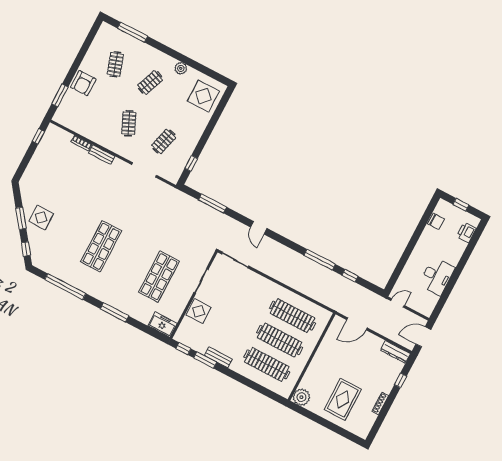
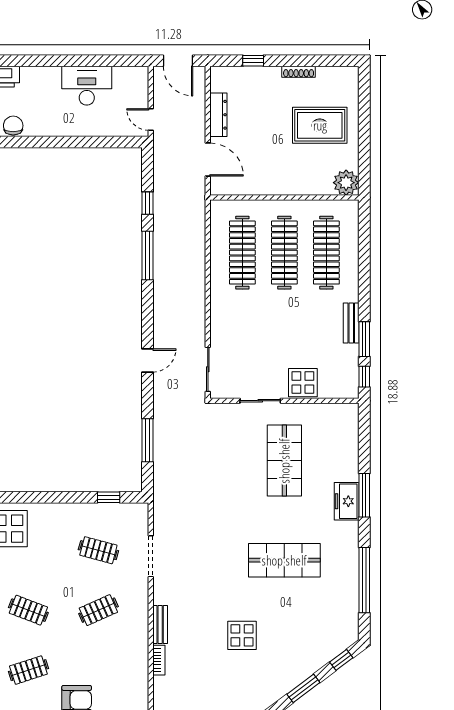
display table: (41, 217) -> (242, 635), moved
shop shelf: (159, 277) -> (284, 461), turned 90
freezer: (163, 325) -> (347, 501), moved
dresser: (395, 352) -> (218, 115), moved

